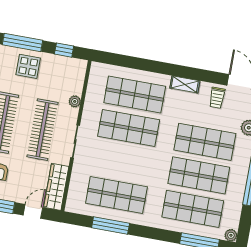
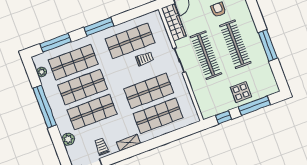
plant: (75, 101) -> (196, 87), removed
trolley: (112, 166) -> (144, 59), added
window: (111, 225) -> (99, 27), moved
plant: (231, 235) -> (42, 72), moved

